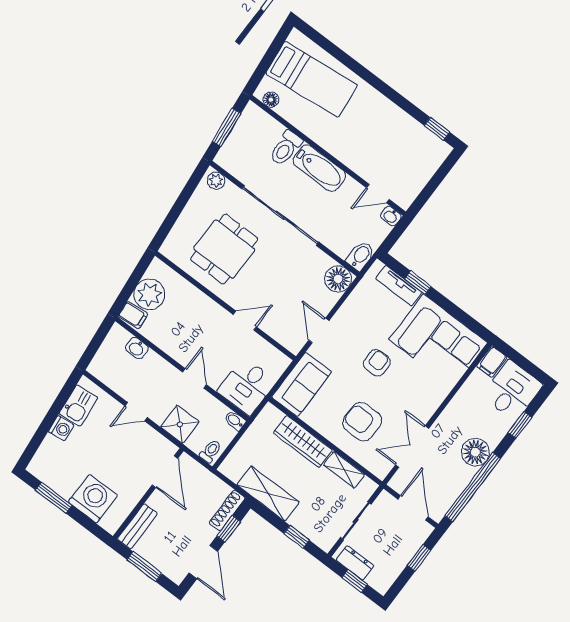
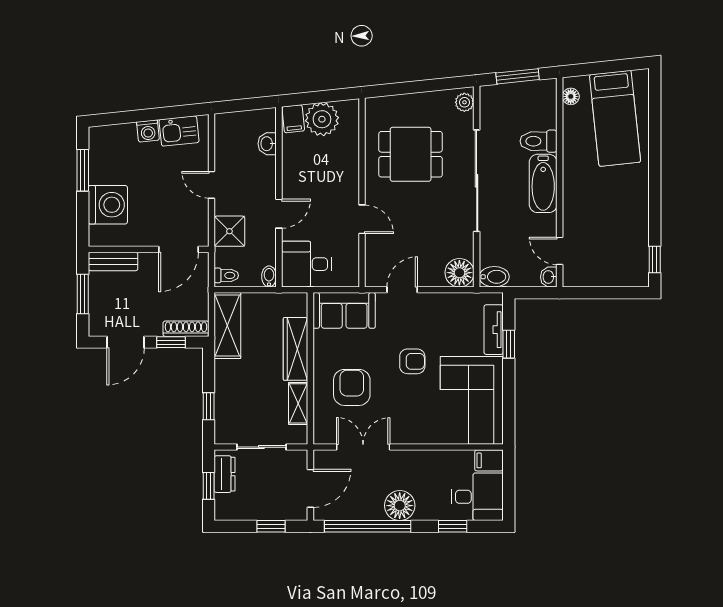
shelving: (268, 493) -> (227, 326), moved

